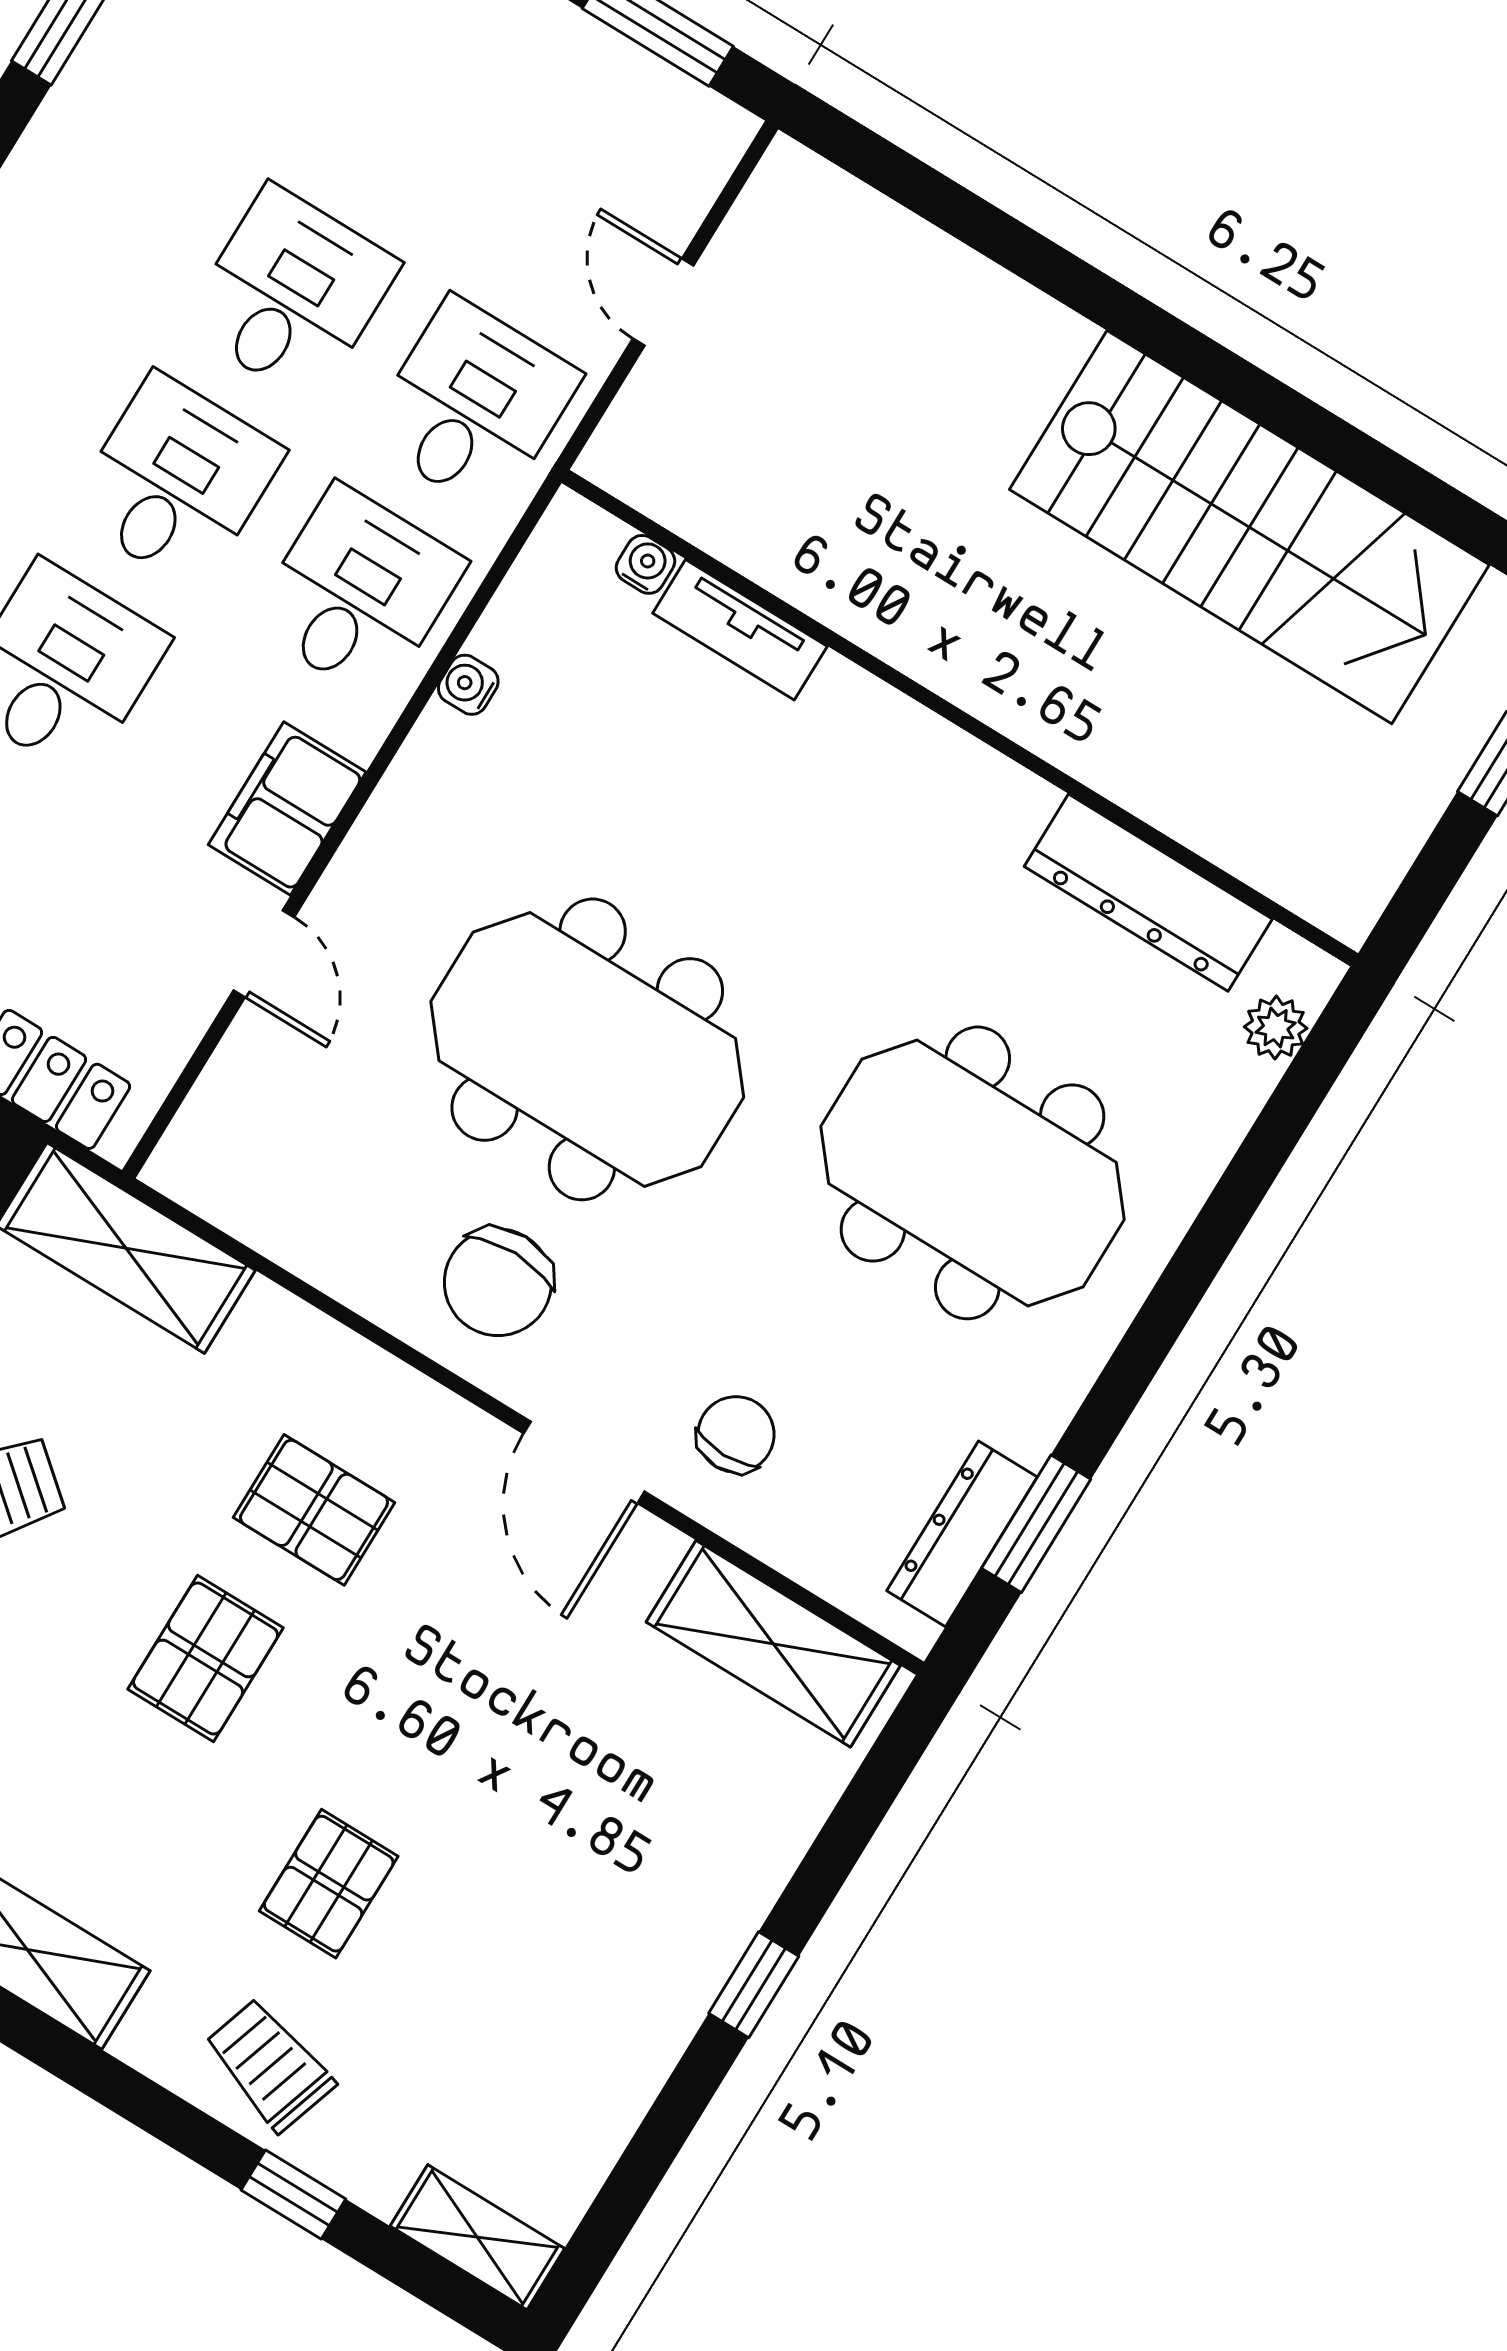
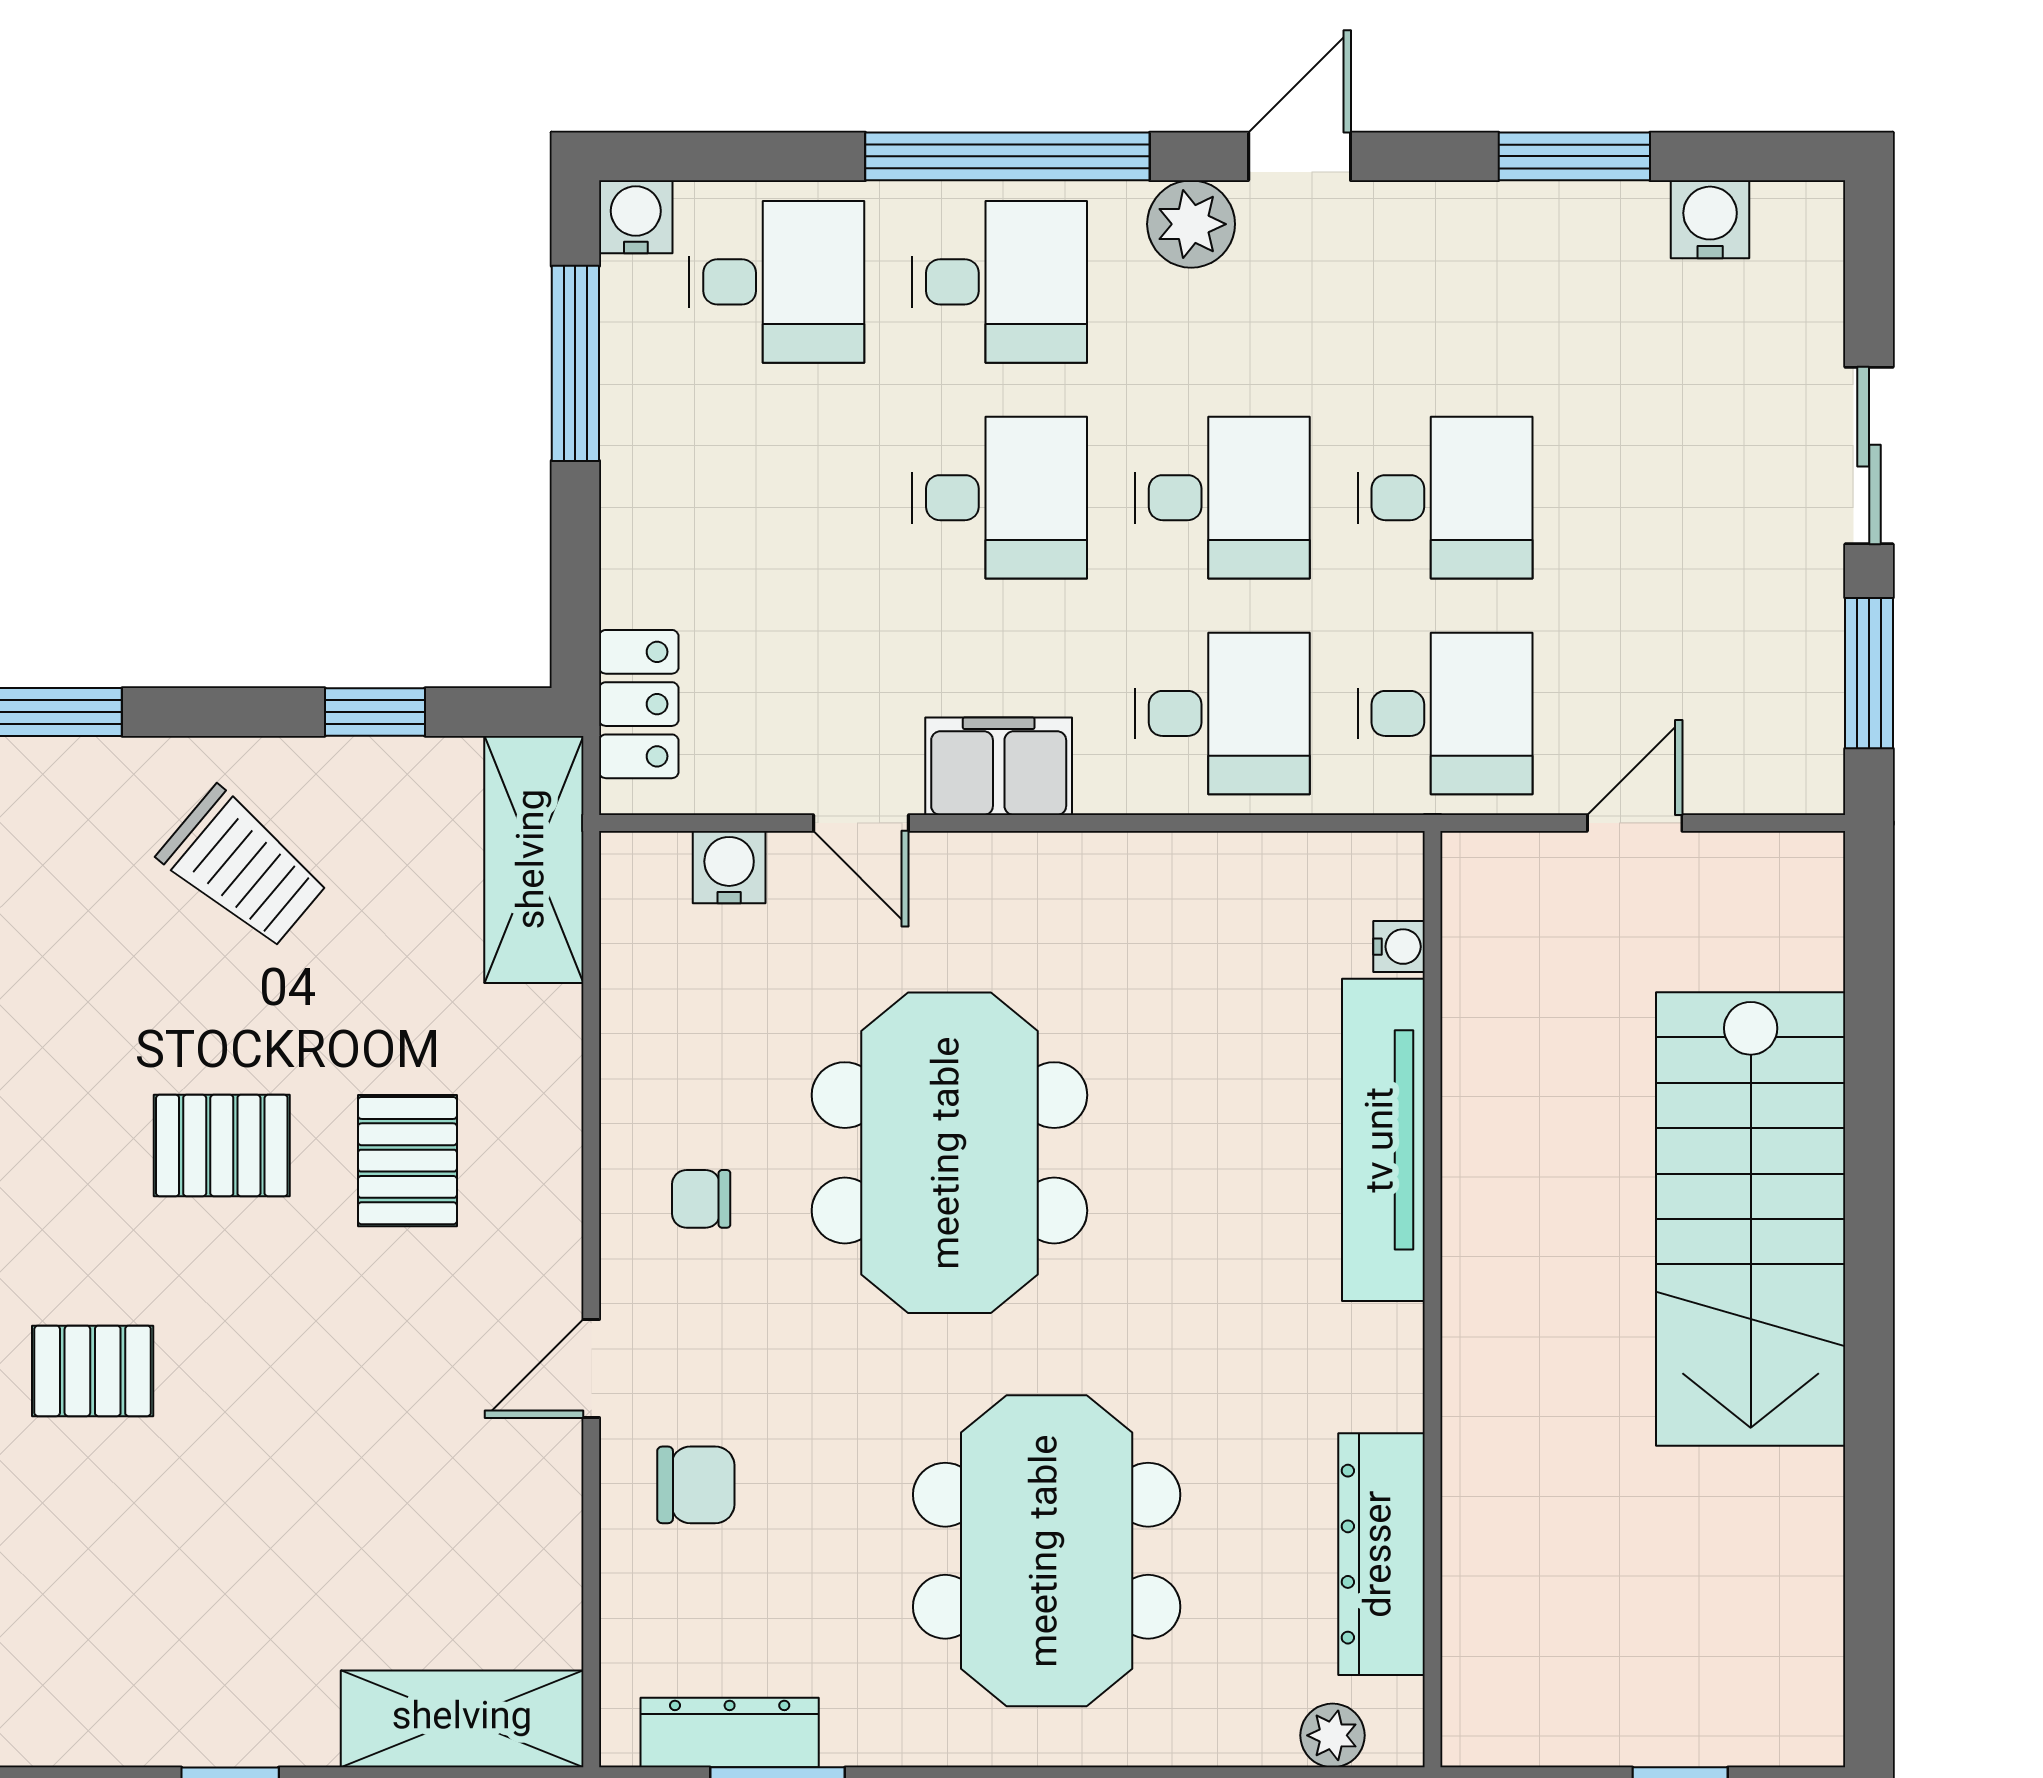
stairs: (1249, 527) -> (1751, 1219), moved
tv unit: (740, 630) -> (1383, 1140), width x1.92, depth x1.29
water cooler: (468, 685) -> (729, 867), moved, width x1.38, depth x1.38
door: (264, 954) -> (861, 823), hinge flipped
chair: (498, 1282) -> (701, 1199), width x0.54, depth x0.54
door: (584, 1462) -> (591, 1368), width x0.73
shelving: (773, 1644) -> (462, 1719), moved, turned 90

